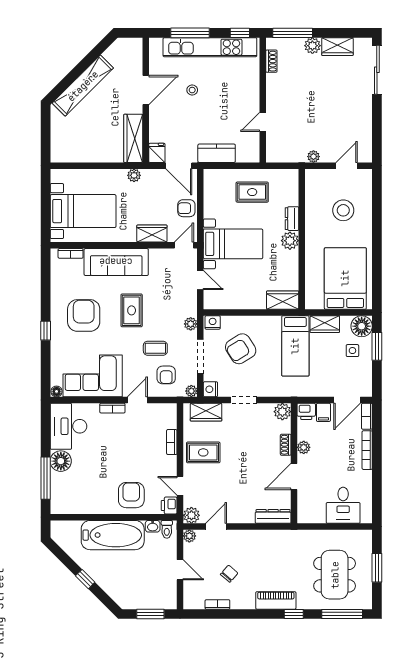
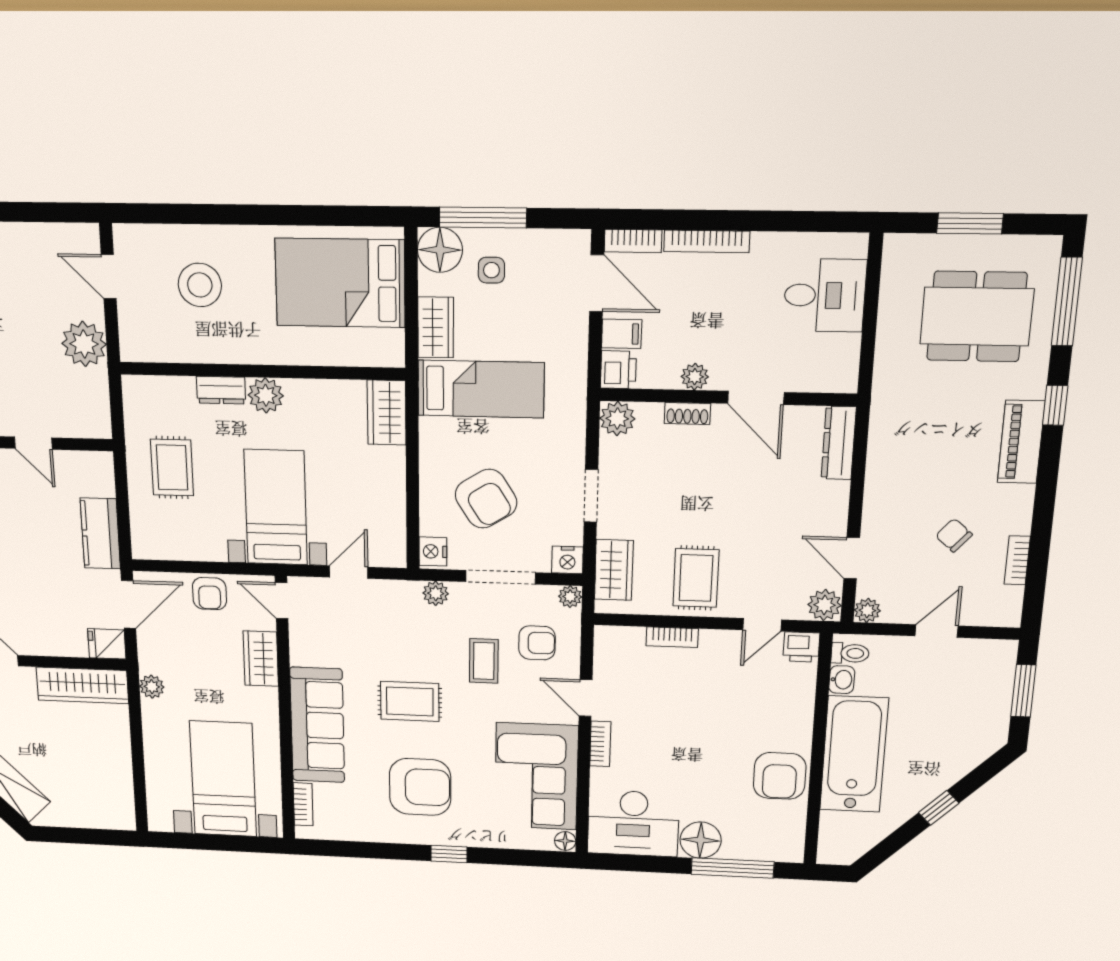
plant: (313, 157) -> (84, 344), width x1.88, depth x1.88
armchair: (84, 315) -> (420, 787), turned 180
window: (377, 346) -> (483, 218), width x1.44
armchair: (131, 495) -> (780, 776), moved, turned -90

